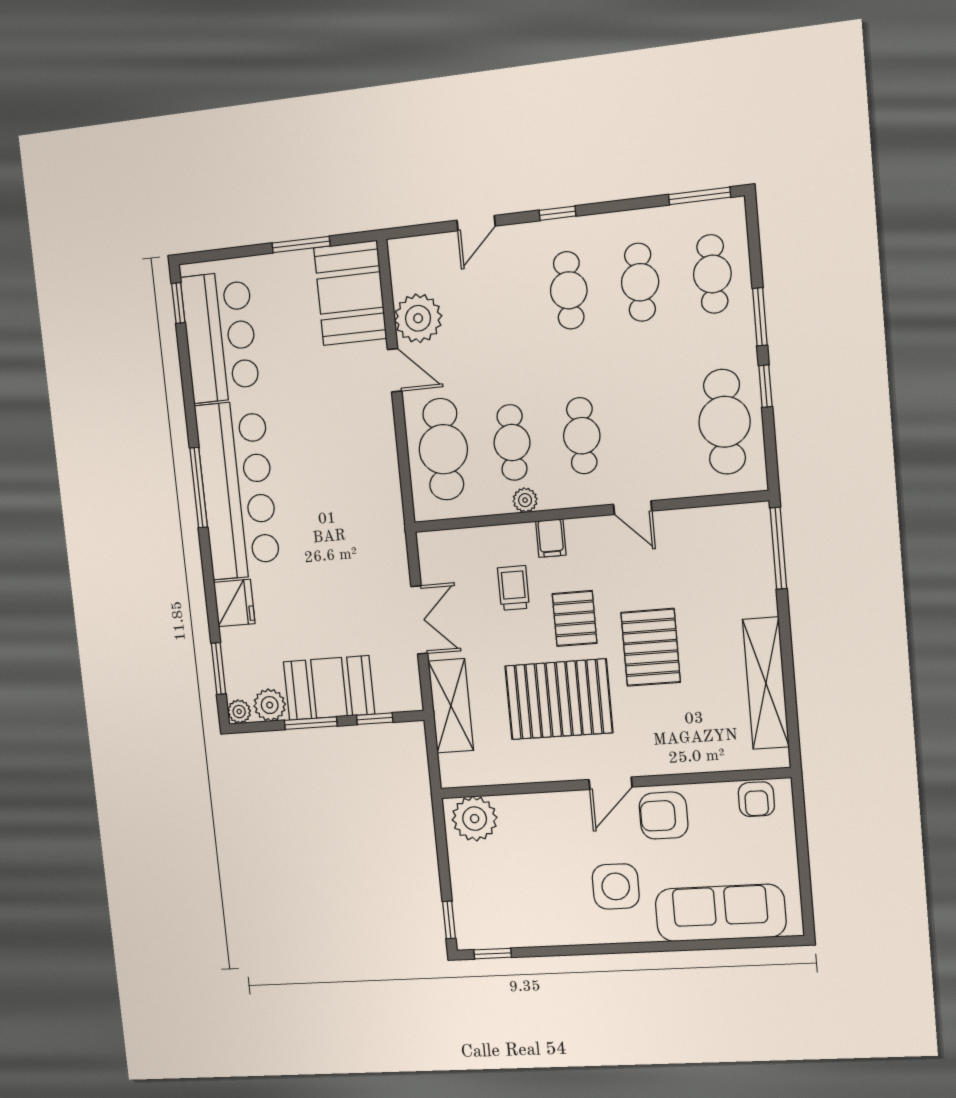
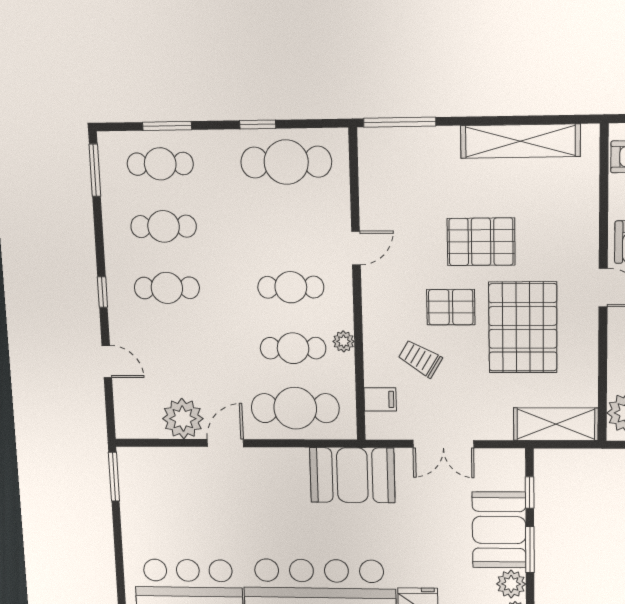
window: (301, 245) -> (114, 477), moved
booth: (350, 293) -> (352, 475), moved
window: (760, 317) -> (167, 126), moved
filing cabinet: (551, 538) -> (380, 399), moved
trolley: (513, 588) -> (420, 359), turned 31
double door: (419, 620) -> (443, 444), swing flipped
shelving: (451, 706) -> (556, 424), moved

